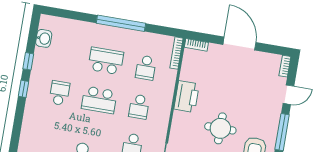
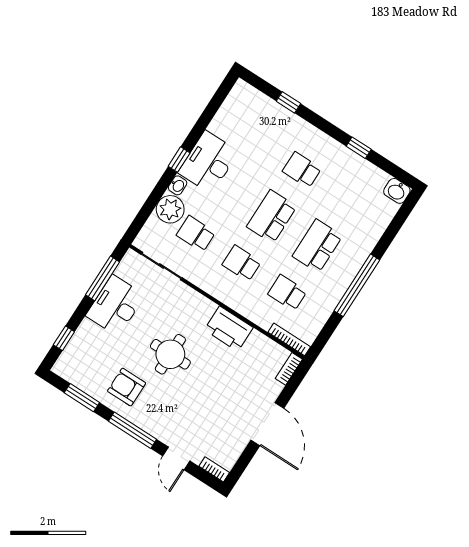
washbasin: (44, 38) -> (397, 191), moved
door: (239, 43) -> (267, 424), hinge flipped
school desk: (106, 61) -> (317, 246), turned 180
window: (24, 89) -> (288, 102), moved
school desk: (59, 93) -> (302, 170), turned 180

